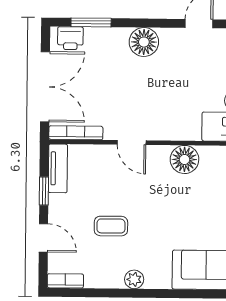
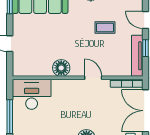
tv unit: (58, 168) -> (137, 56), width x1.41

